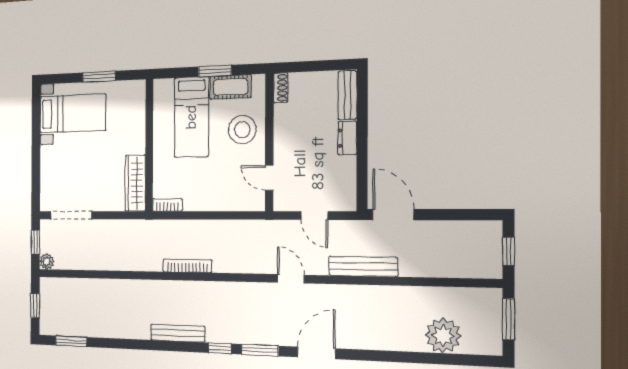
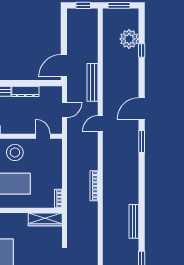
dresser: (347, 138) -> (25, 91), width x1.44
door: (269, 178) -> (43, 136), swing flipped
bench: (178, 333) -> (134, 221), moved
window: (220, 348) -> (142, 51), moved
door: (316, 353) -> (142, 109), hinge flipped

